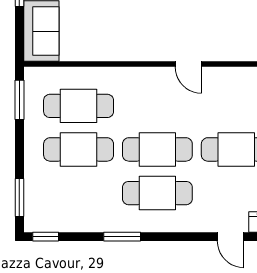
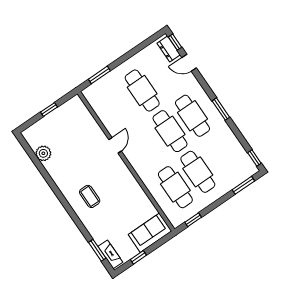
window: (19, 100) -> (193, 220), width x0.67
window: (122, 237) -> (221, 109), moved
door: (231, 237) -> (189, 63), swing flipped

